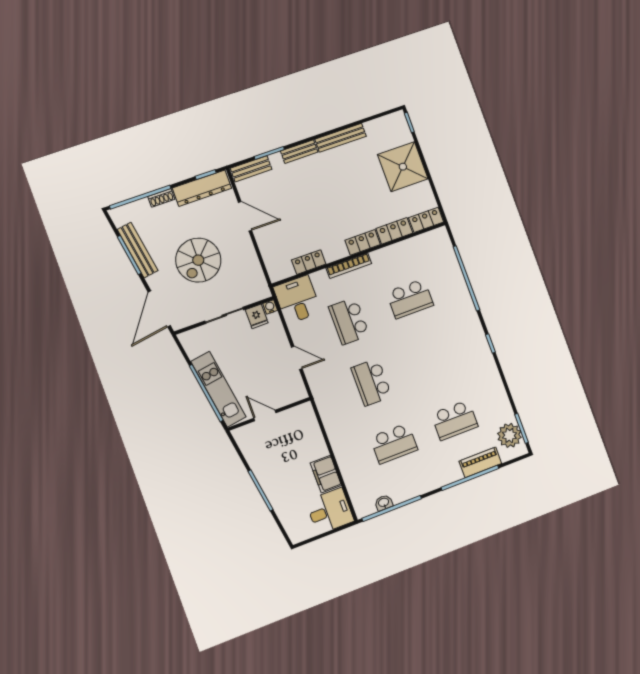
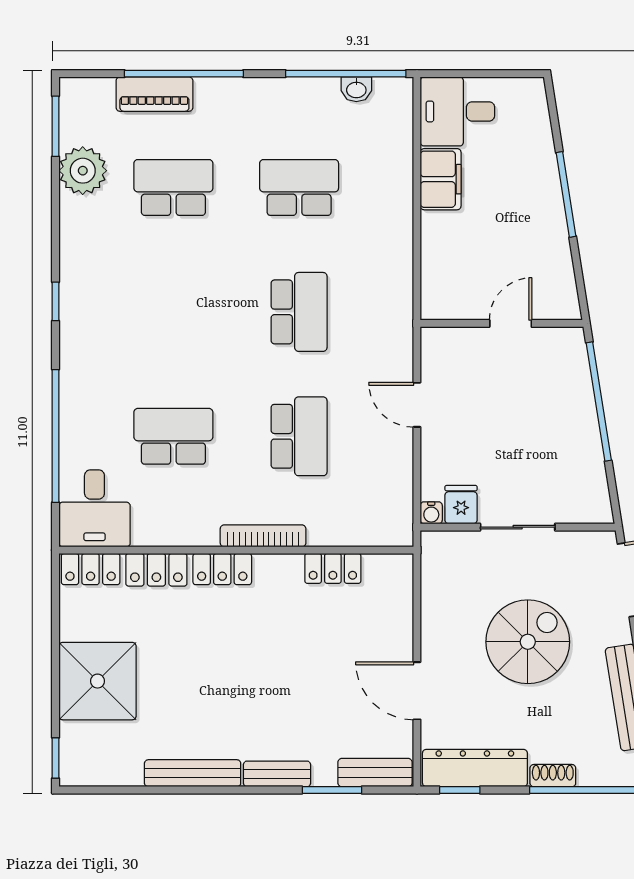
desk: (297, 300) -> (94, 508), moved
kitchen unit: (218, 389) -> (575, 400), removed
door: (265, 416) -> (511, 323), swing flipped
plant: (509, 435) -> (83, 171), moved

